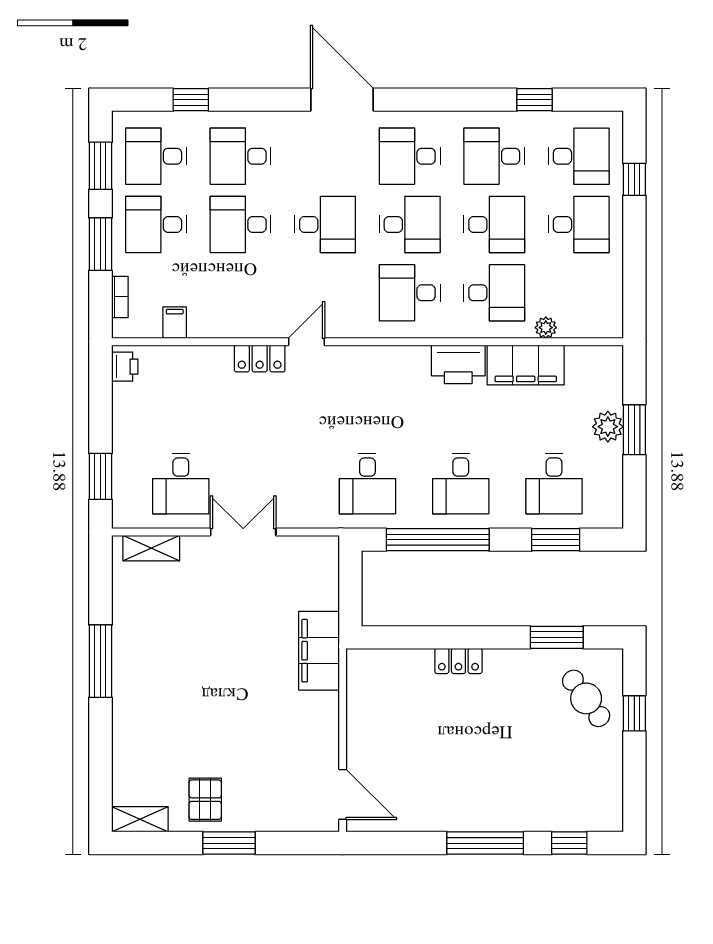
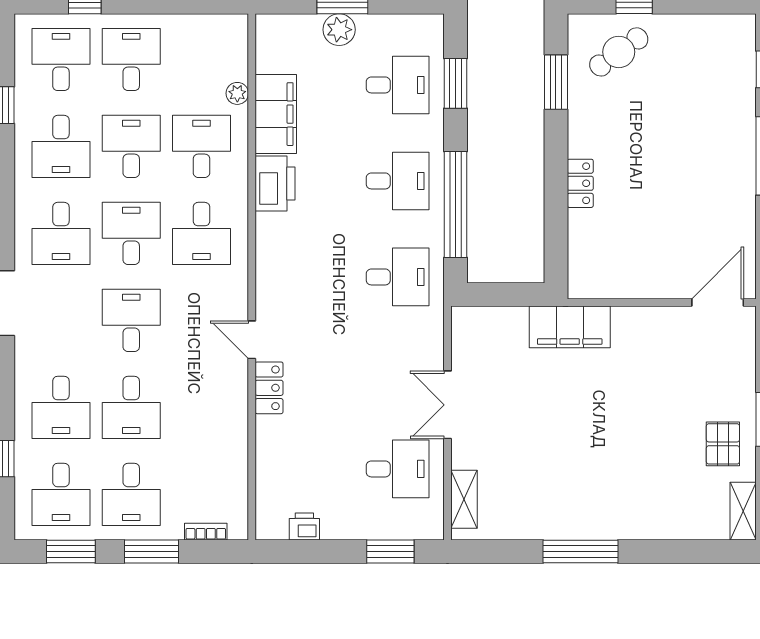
filing cabinet: (175, 323) -> (232, 475), removed
printer: (125, 367) -> (304, 527), moved
pallet: (205, 800) -> (723, 444), turned 90

